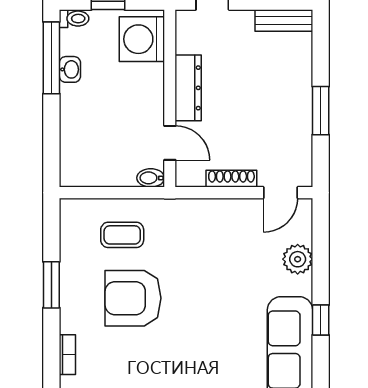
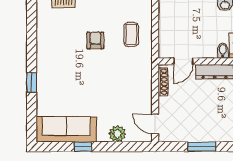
bidet: (151, 178) -> (223, 51), moved
shoe rack: (231, 179) -> (163, 82), moved
armchair: (133, 298) -> (95, 40), width x0.53, depth x0.53

